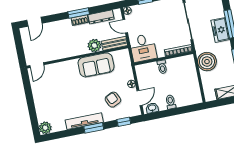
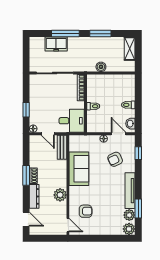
dresser: (101, 17) -> (34, 196), moved
door: (125, 26) -> (48, 134), hinge flipped
freezer: (220, 30) -> (56, 44), moved
plant: (94, 46) -> (60, 195), moved
boiler: (207, 62) -> (101, 67), width x0.54, depth x0.54
armchair: (54, 80) -> (86, 211), added
plant: (59, 125) -> (129, 215), added
window: (94, 128) -> (138, 209), moved

